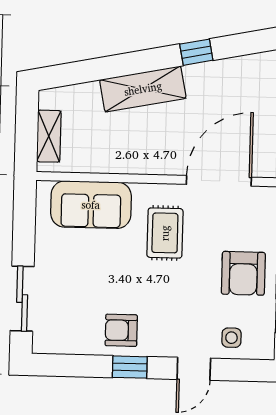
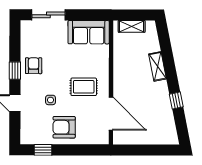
shelving: (143, 89) -> (158, 66), width x0.67, depth x0.75
sofa: (91, 205) -> (89, 32), moved, turned -90
side table: (231, 338) -> (51, 100), moved

